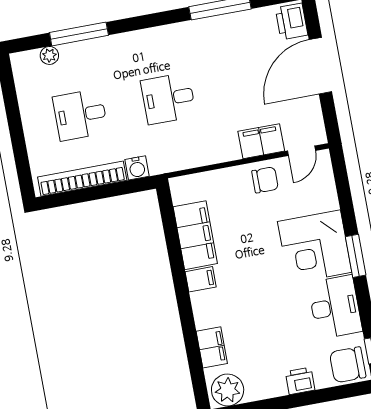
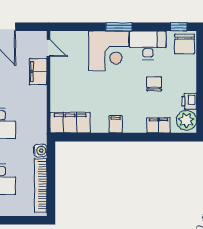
chair: (265, 180) -> (154, 84), moved
filing cabinet: (195, 235) -> (70, 123), moved
printer: (300, 381) -> (189, 101), moved

